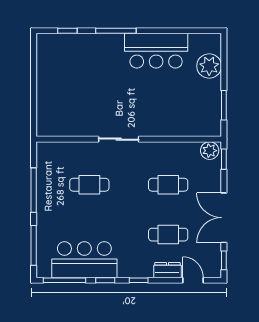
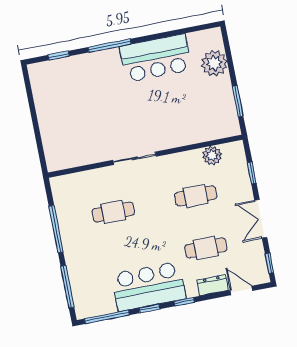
plant: (210, 151) -> (212, 155), moved
window: (224, 159) -> (252, 173), moved
double door: (224, 218) -> (261, 219), width x0.73
bar counter: (84, 260) -> (149, 286), moved

